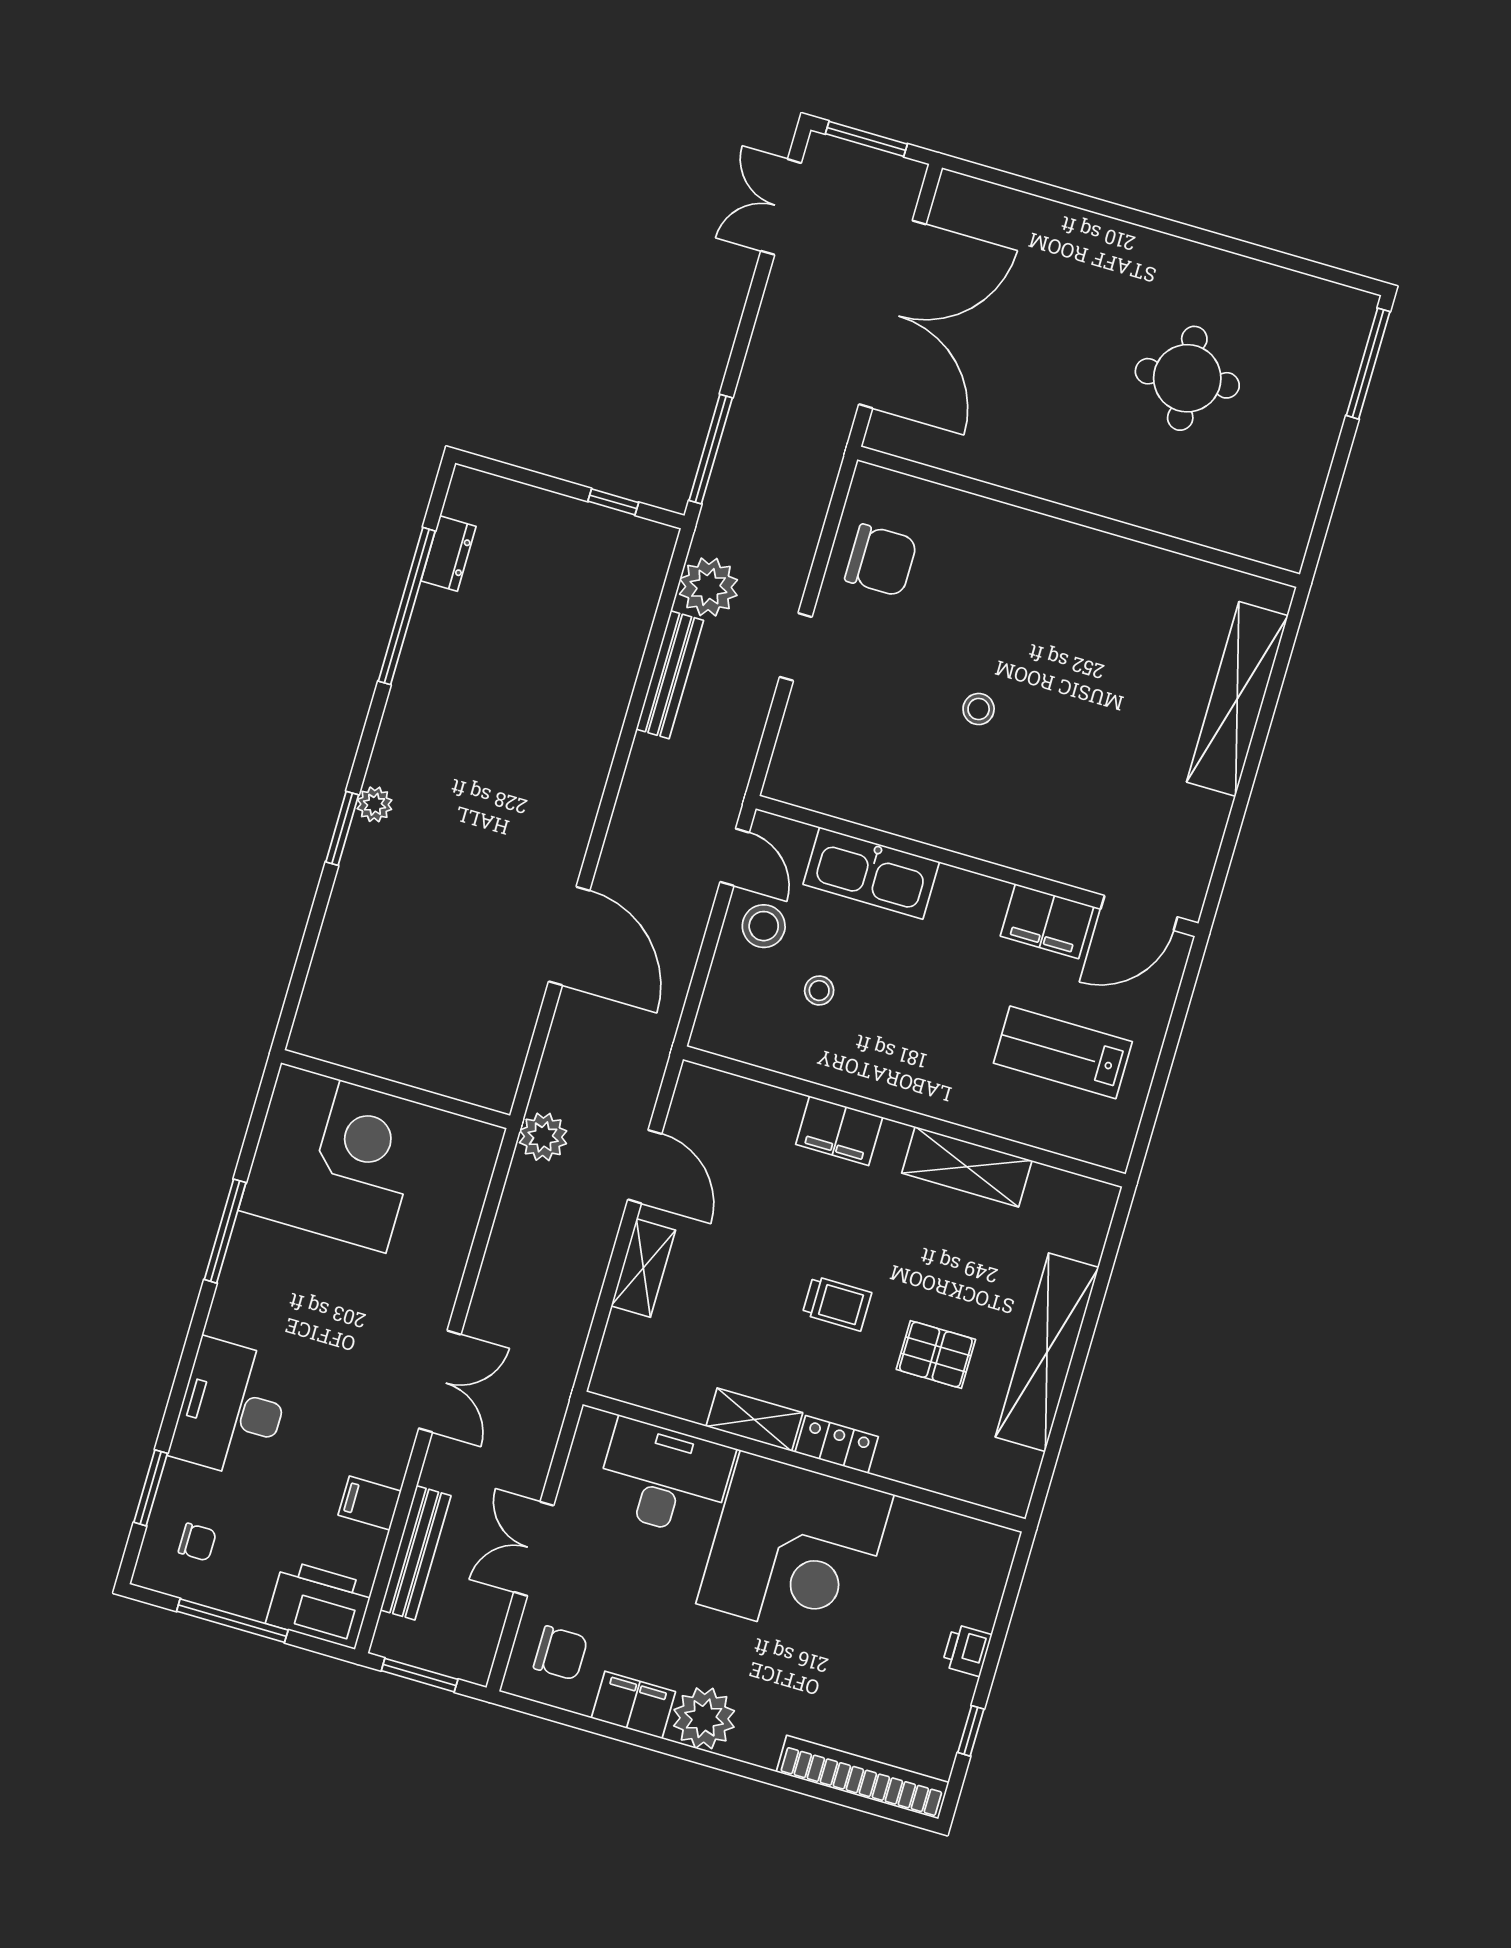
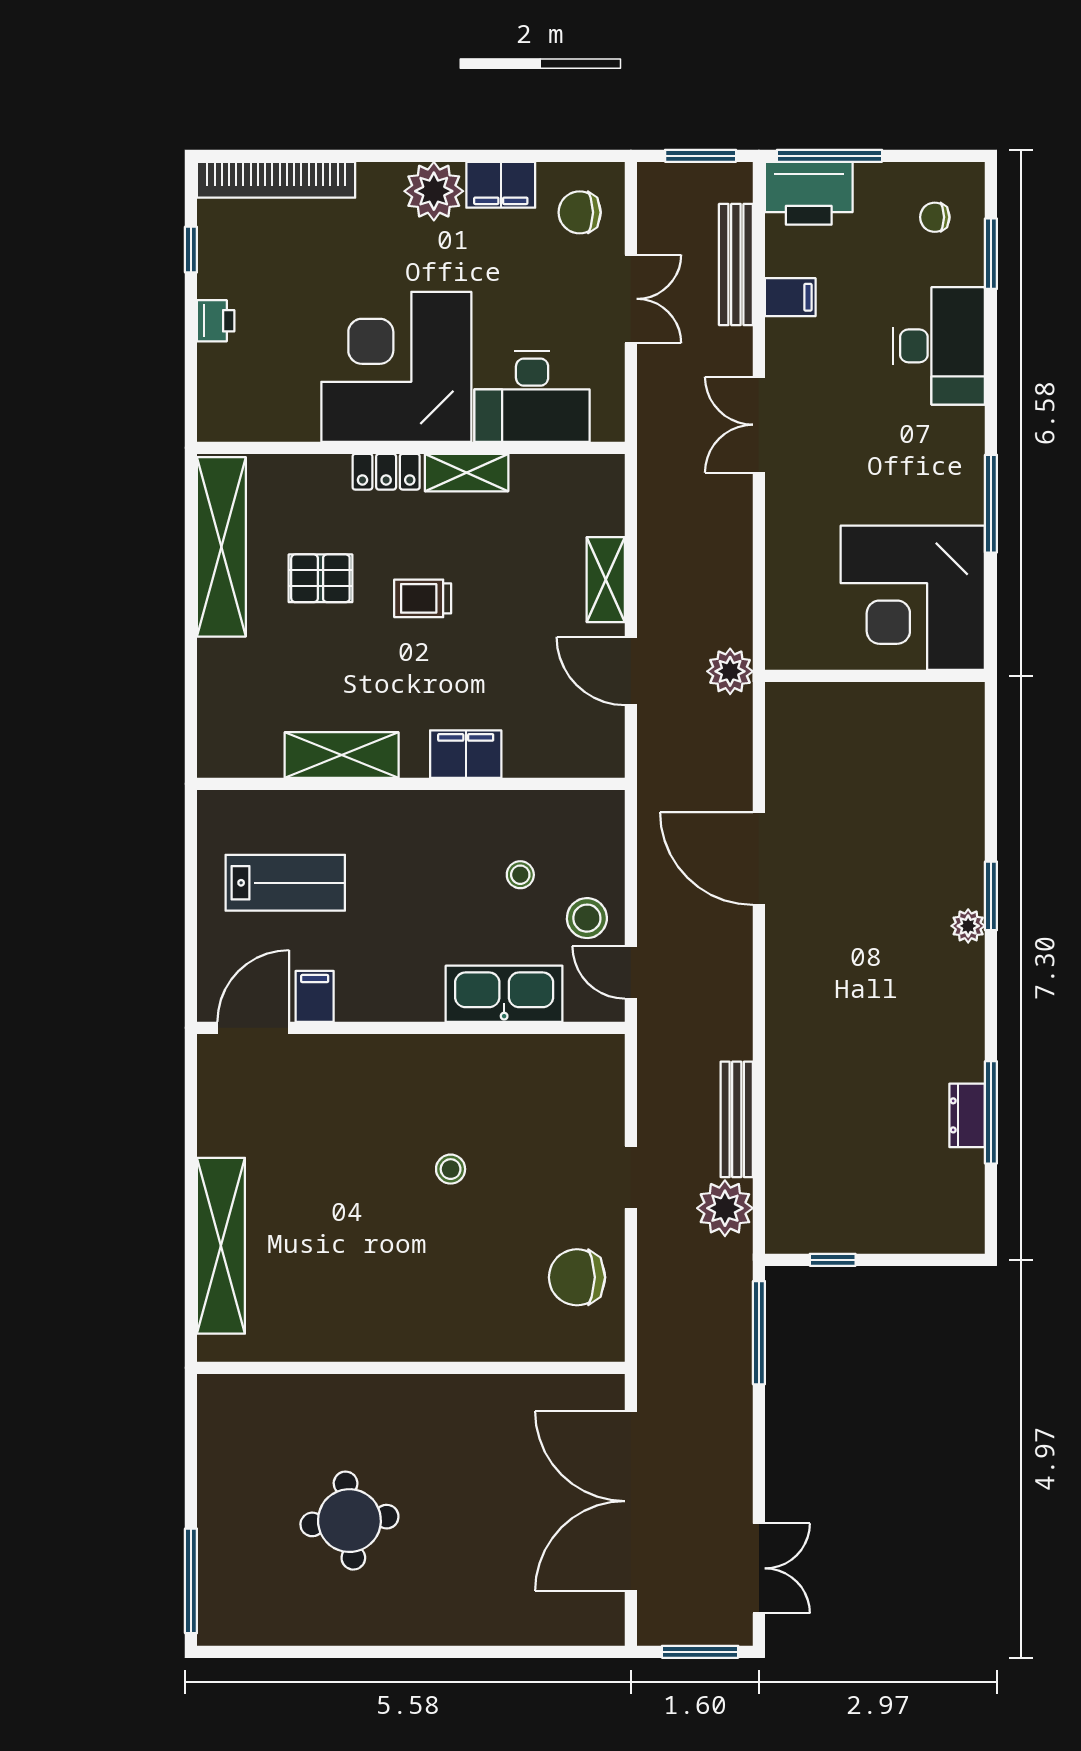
dresser: (449, 554) -> (967, 1115), moved
window: (407, 606) -> (991, 1112), width x0.68
filing cabinet: (1047, 921) -> (315, 996), width x0.50
shelving: (1047, 1352) -> (221, 547), moved
window: (232, 1621) -> (830, 156), moved

